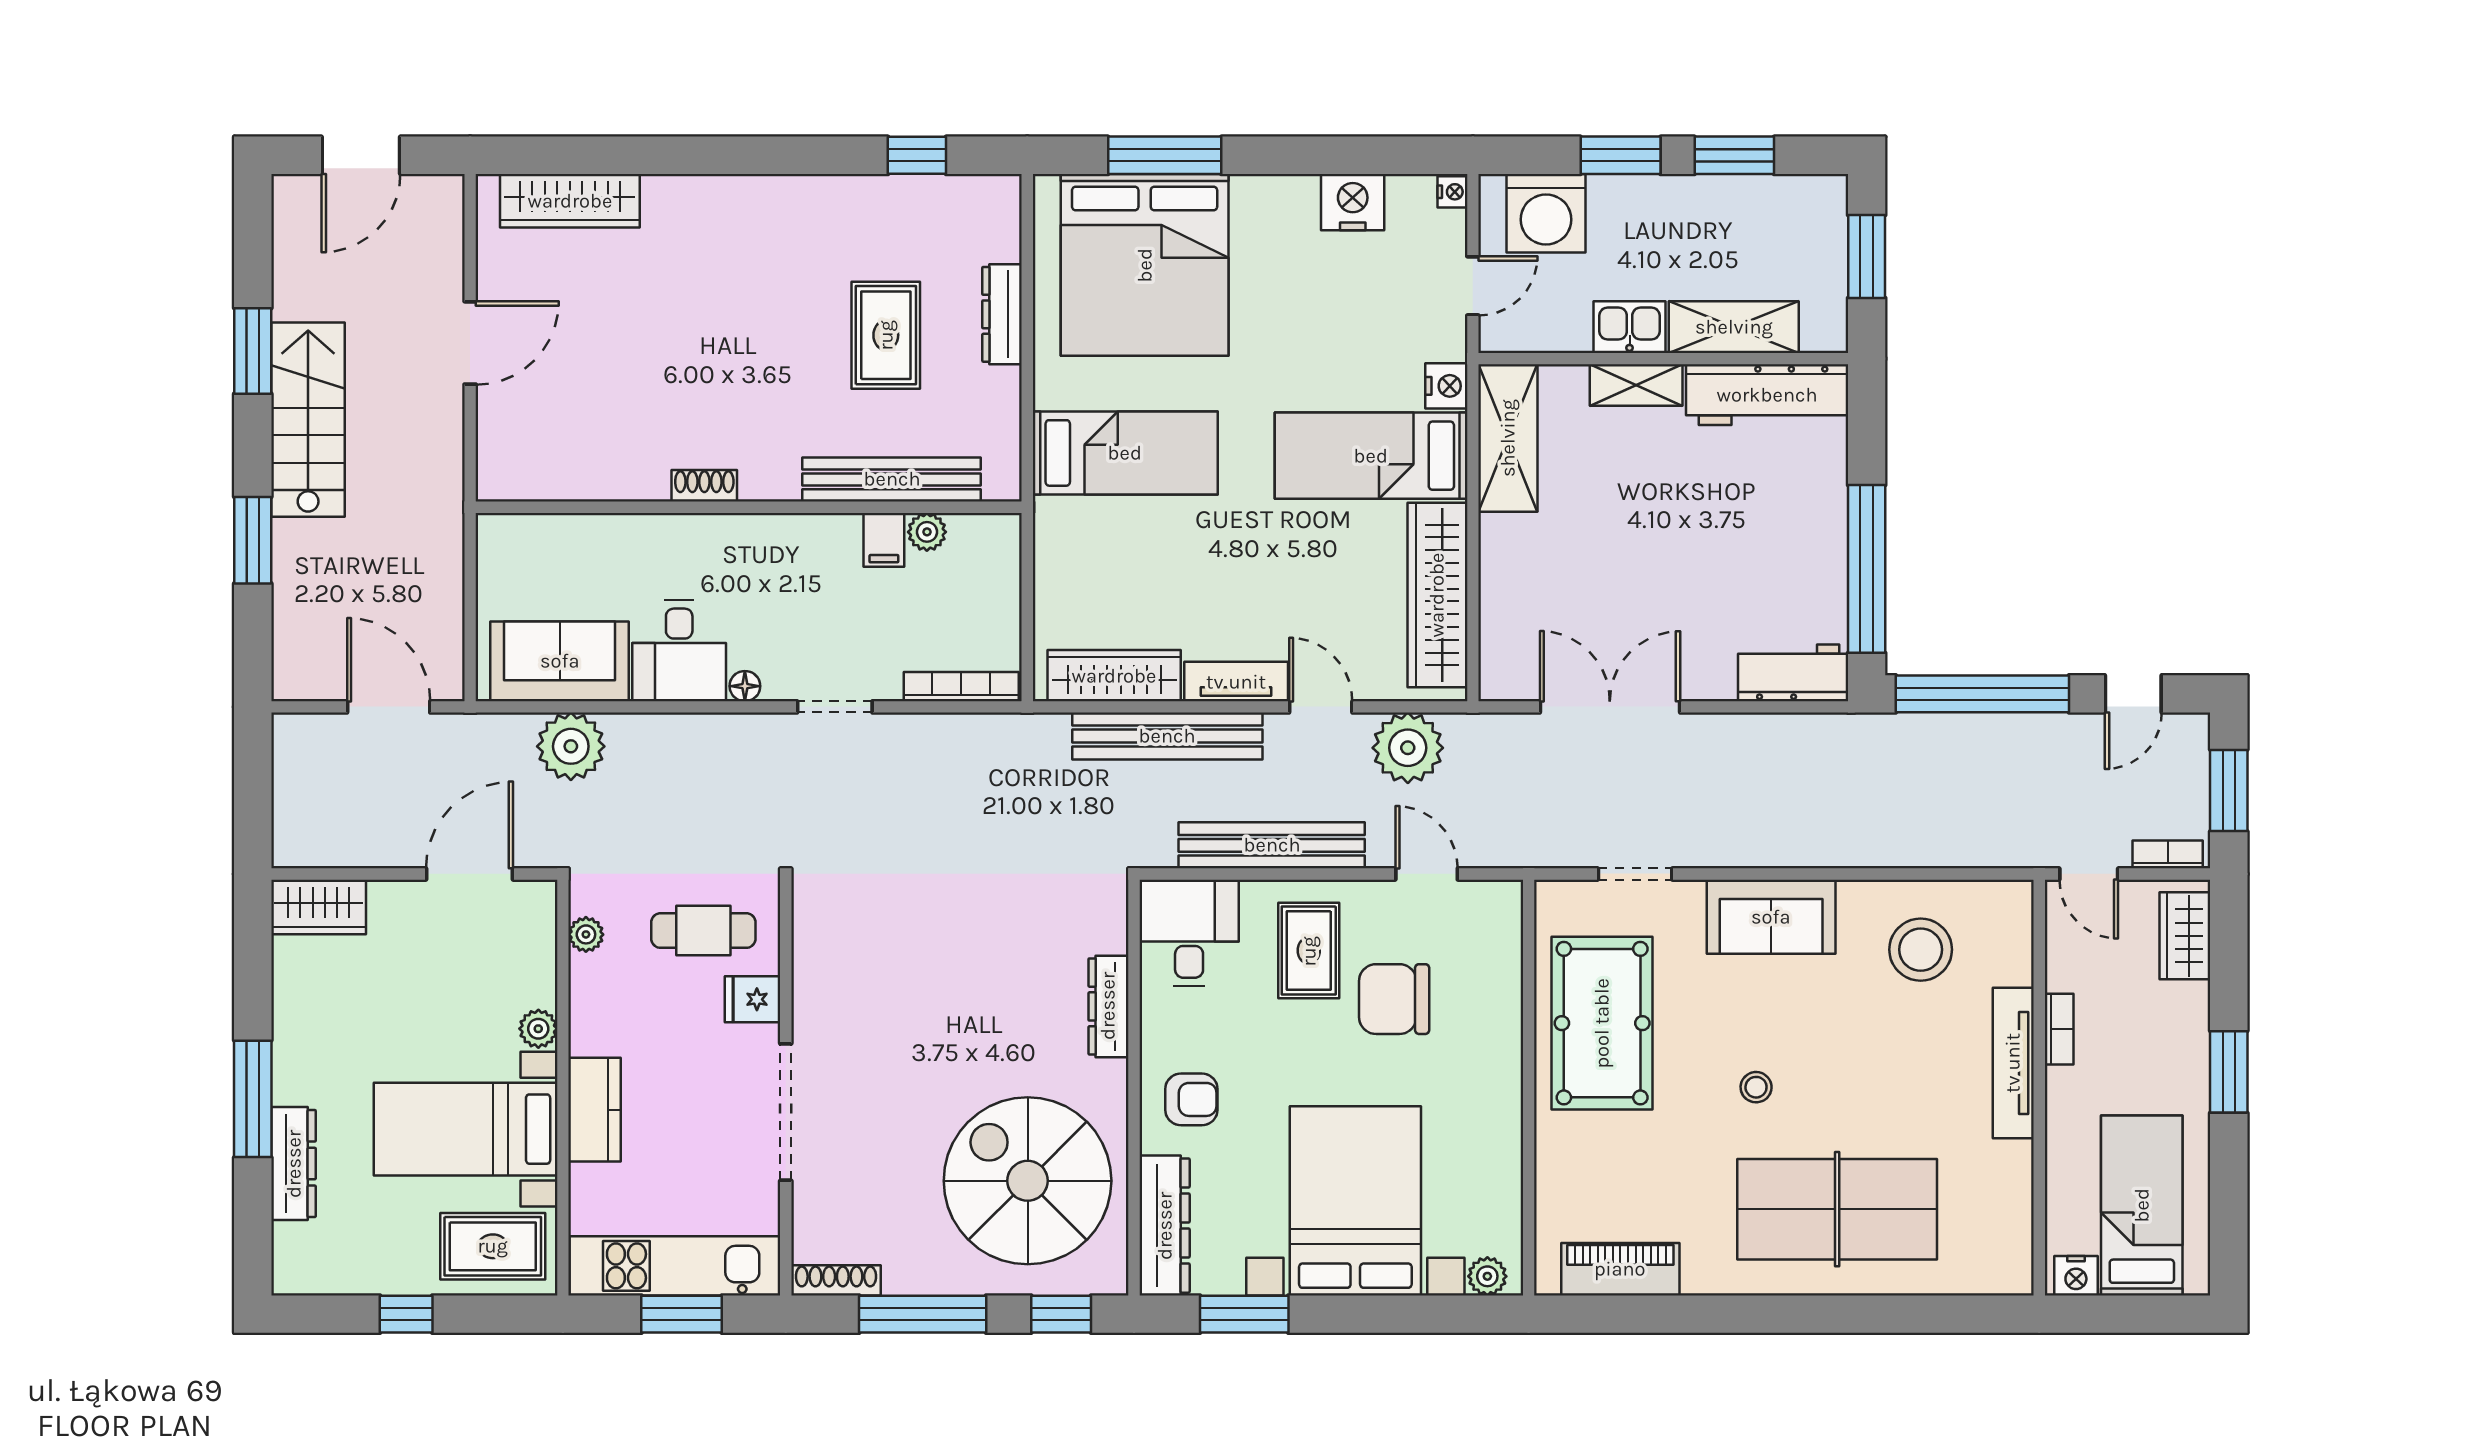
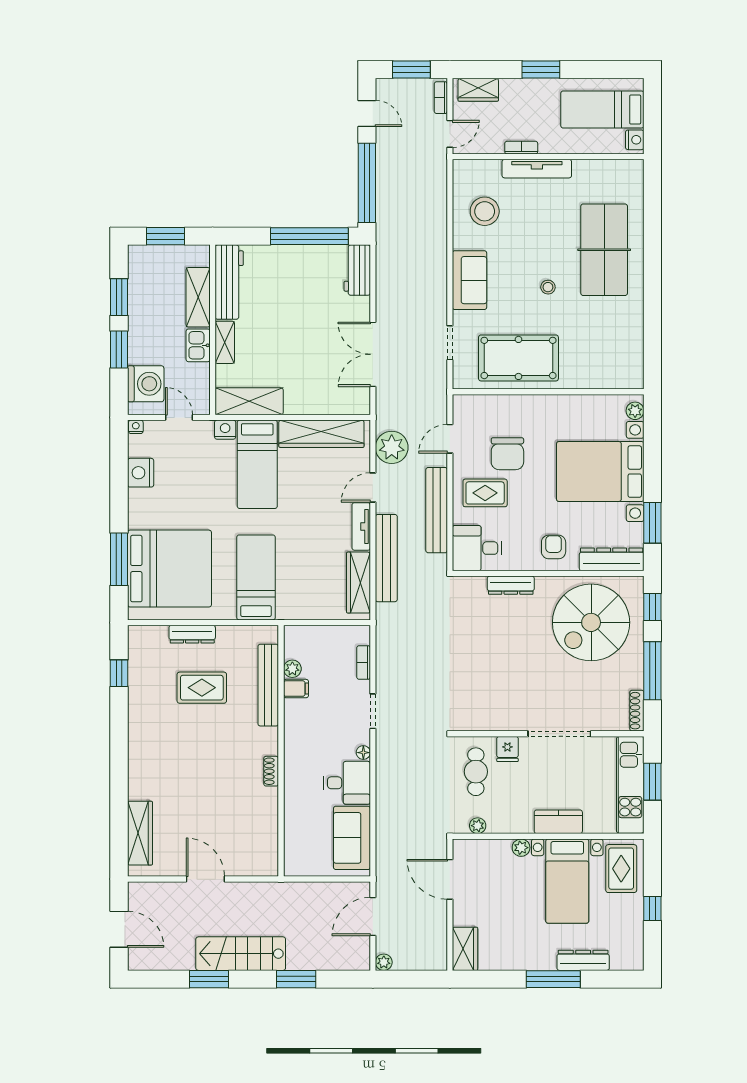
bookcase: (961, 687) -> (364, 662), width x0.64
plant: (571, 746) -> (384, 962), moved, width x0.53, depth x0.53
piano: (1620, 1269) -> (632, 350), removed

